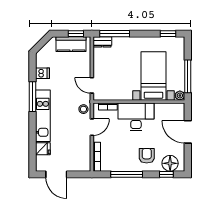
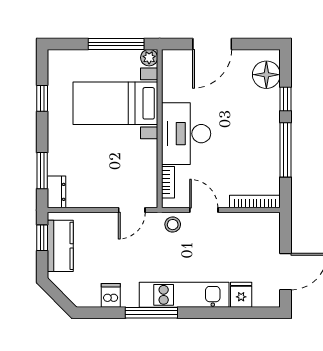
window: (115, 34) -> (42, 171), width x0.69
window: (168, 34) -> (42, 98), moved
armchair: (147, 156) -> (253, 115), removed
window: (166, 174) -> (286, 99), moved

